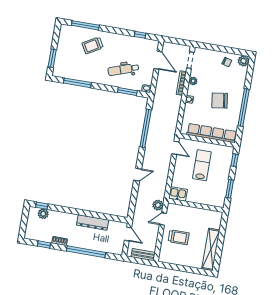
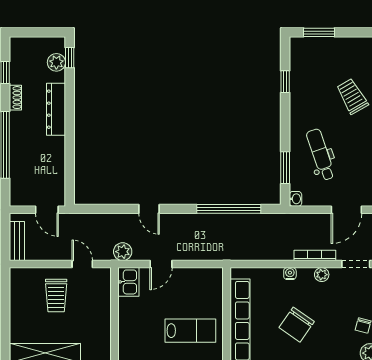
window: (77, 83) -> (285, 82), width x0.46
chair: (220, 101) -> (297, 325), turned -137
door: (175, 148) -> (161, 264), moved
lab bench: (202, 165) -> (190, 331), moved
plant: (158, 205) -> (123, 252), moved
dresser: (93, 222) -> (56, 109), moved
door: (128, 234) -> (47, 210), hinge flipped

